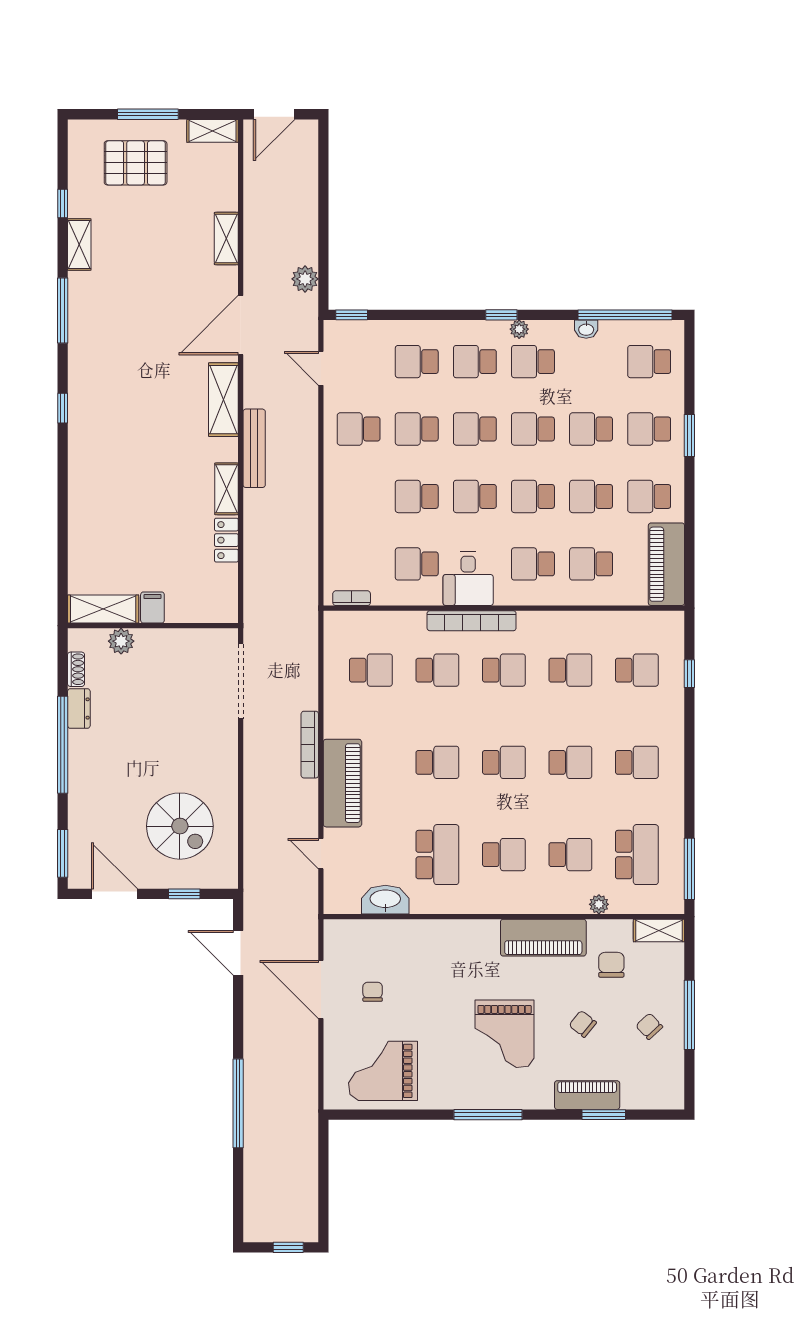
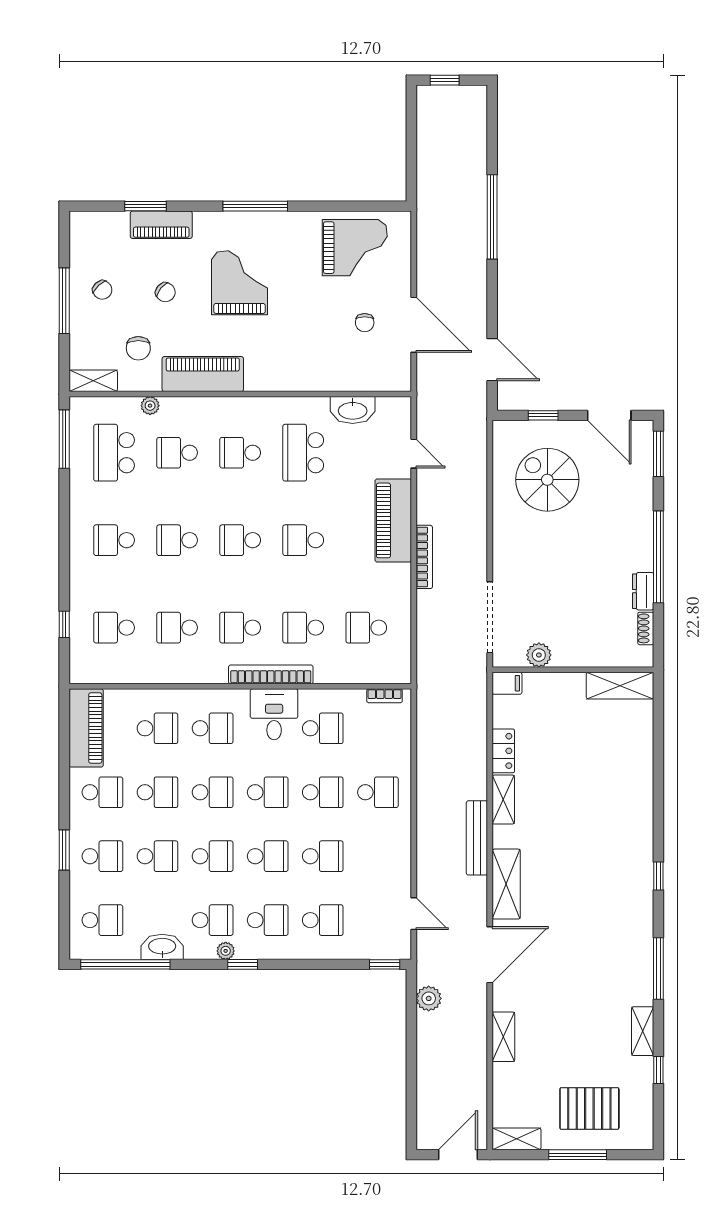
washbasin: (586, 329) -> (162, 947), width x1.91, depth x1.45
school desk: (359, 429) -> (378, 792), moved
filing cabinet: (152, 608) -> (507, 683), moved, turned -90
plant: (121, 641) -> (539, 655), moved

